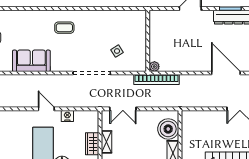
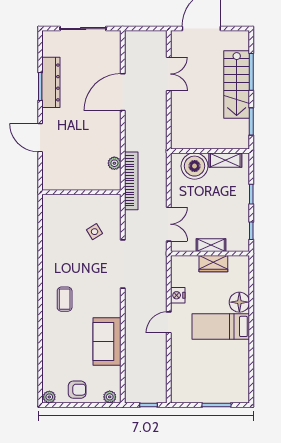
plant: (154, 67) -> (114, 163), moved

